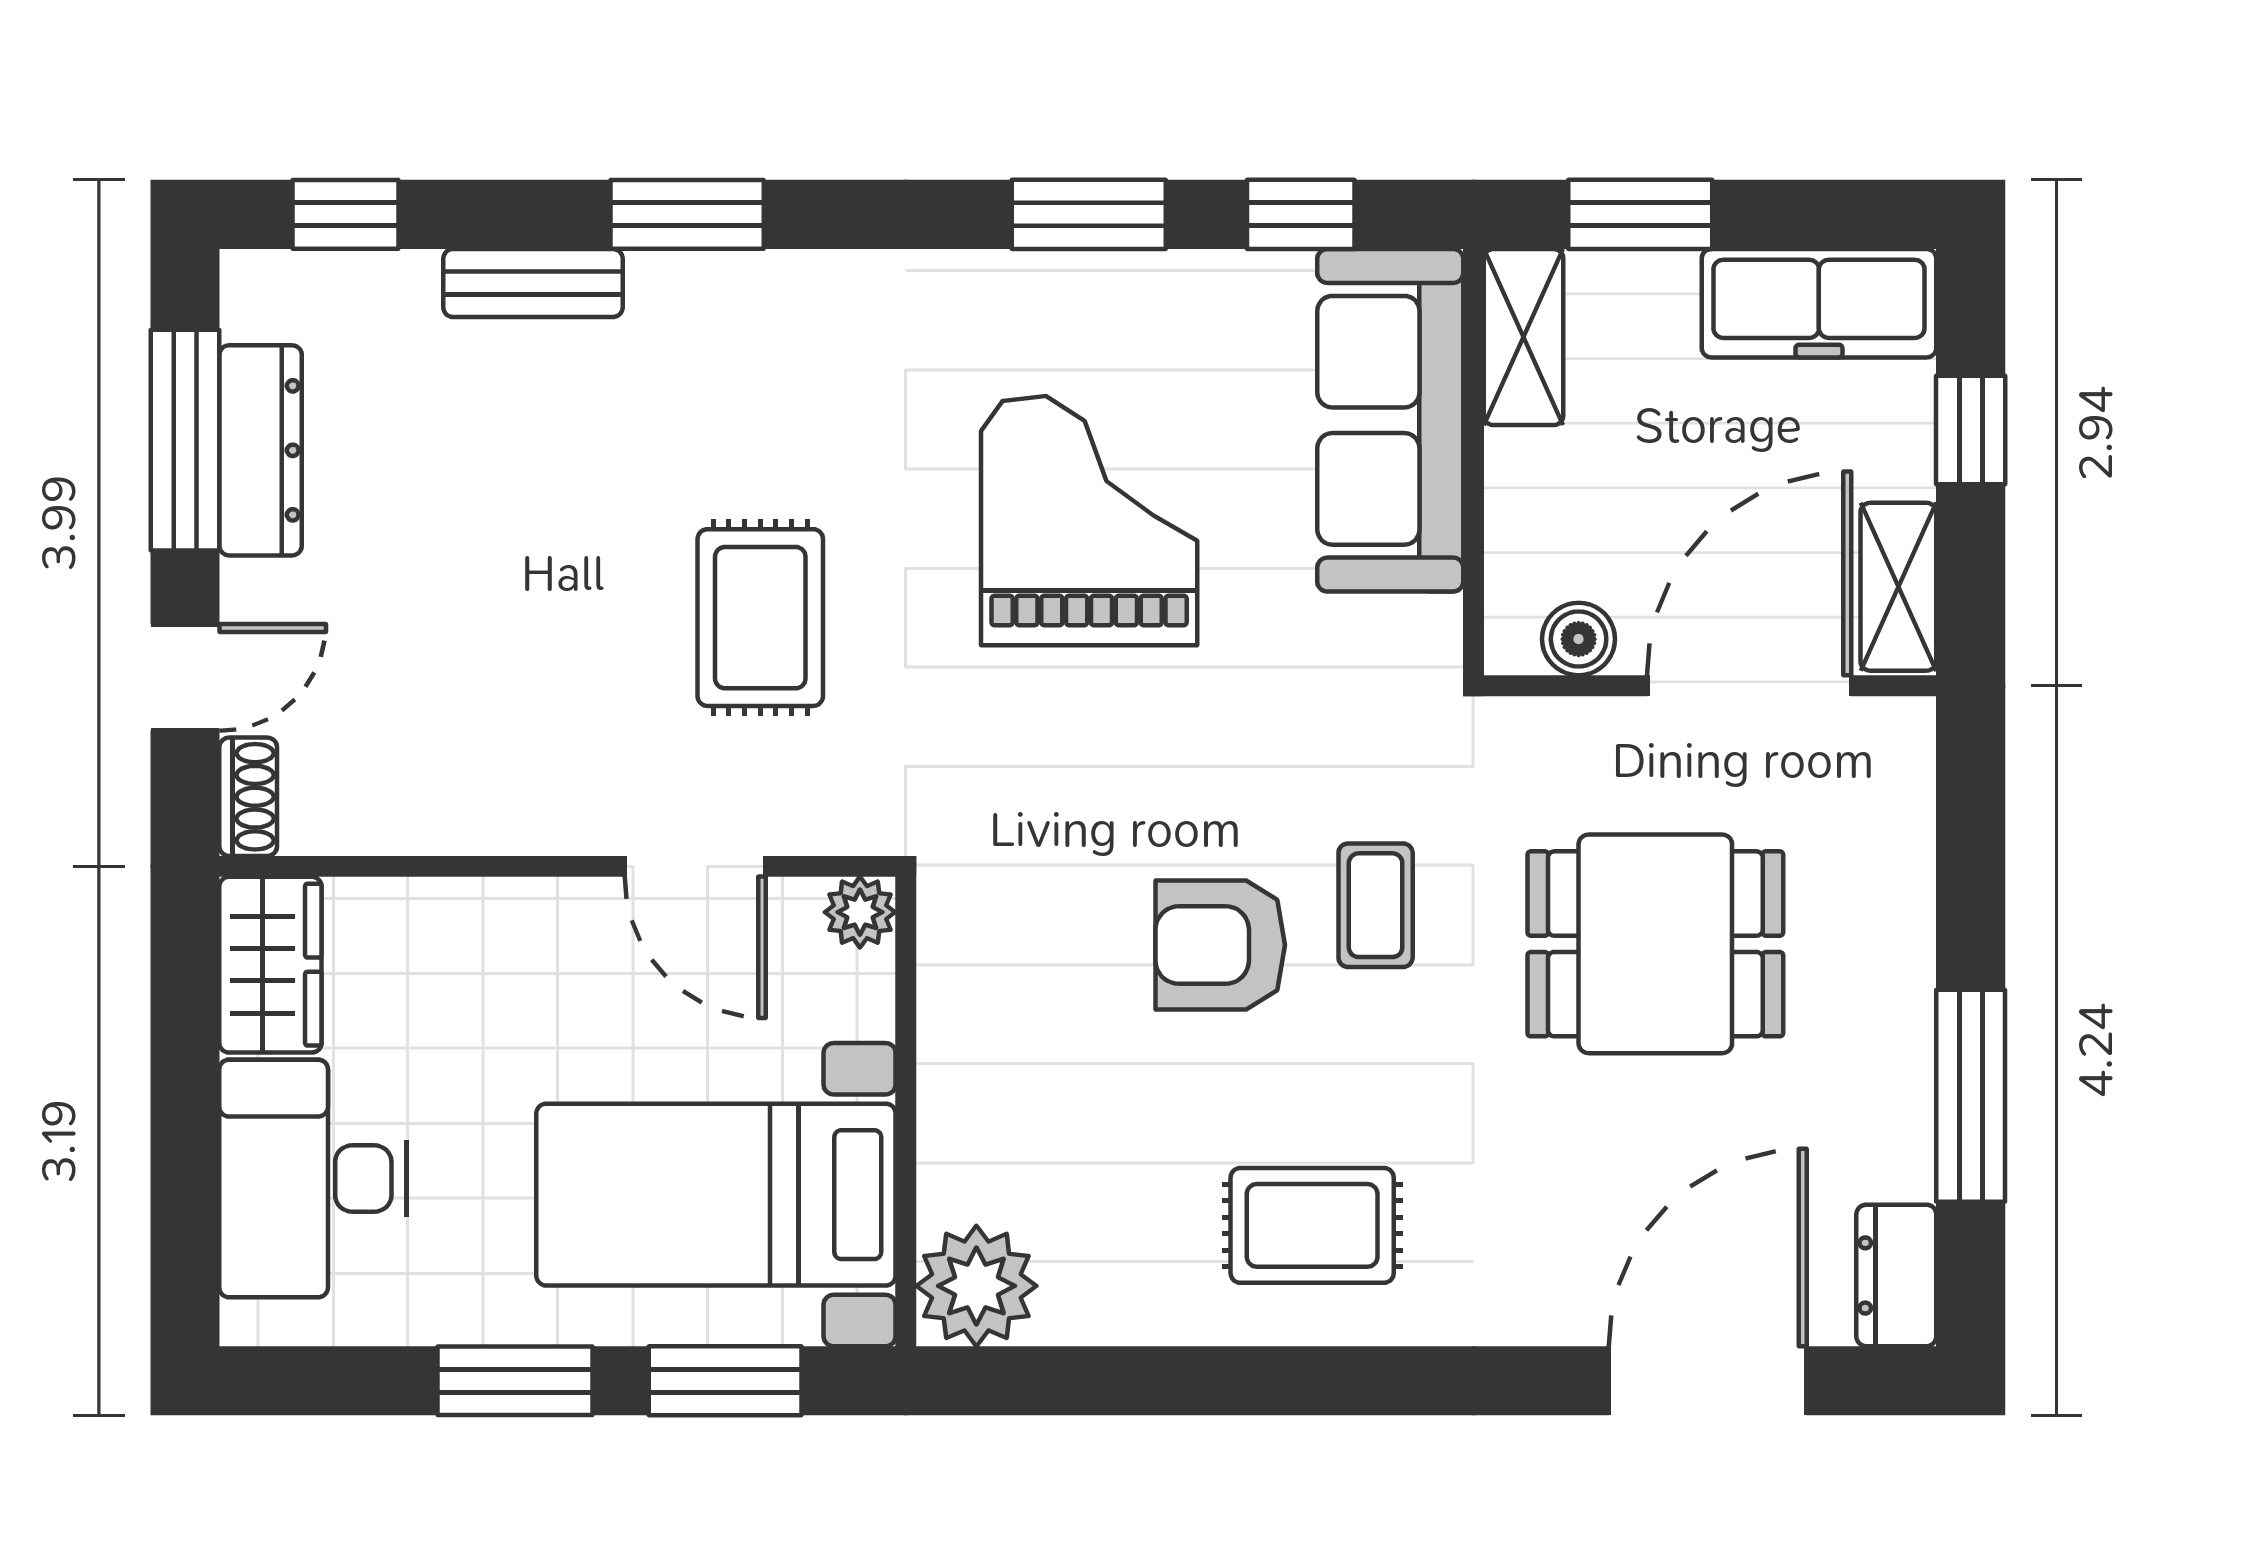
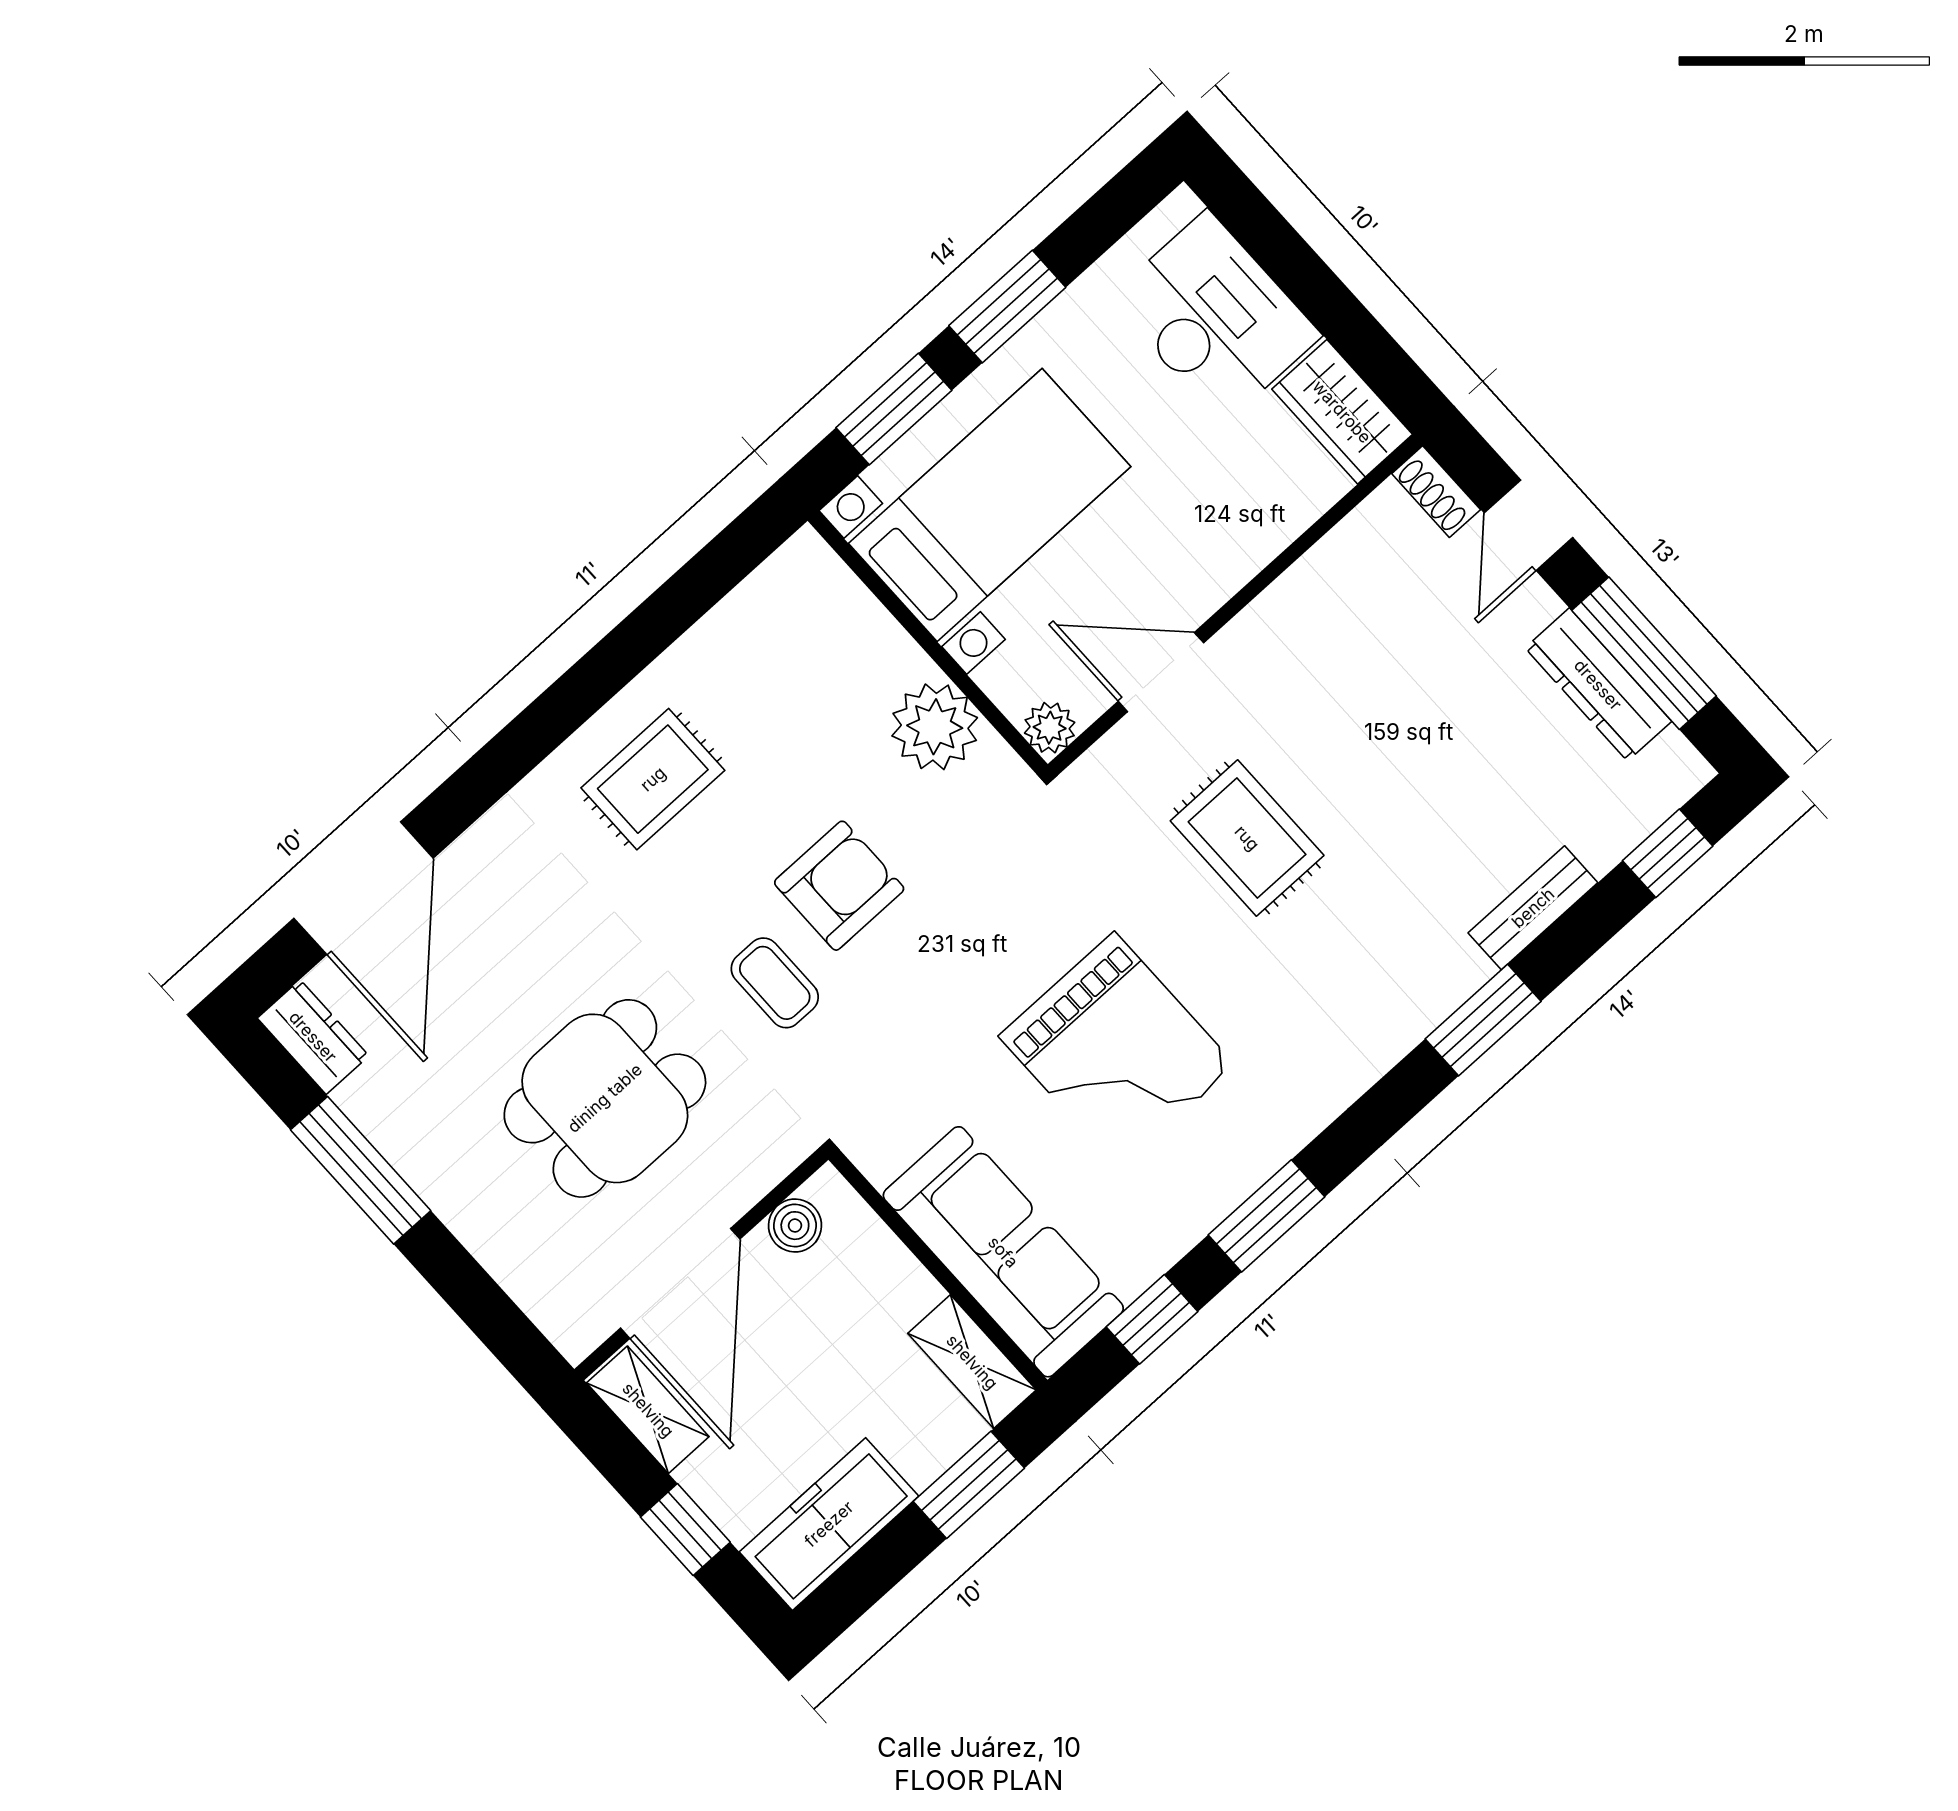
plant: (976, 1286) -> (935, 727), moved

